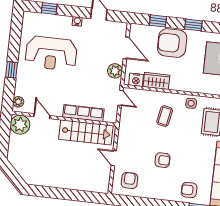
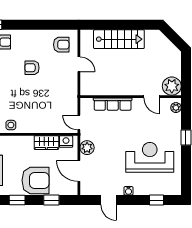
coffee table: (165, 116) -> (35, 110), removed
stairs: (86, 132) -> (119, 39), moved, turned 180
armchair: (130, 180) -> (61, 45), turned -90

